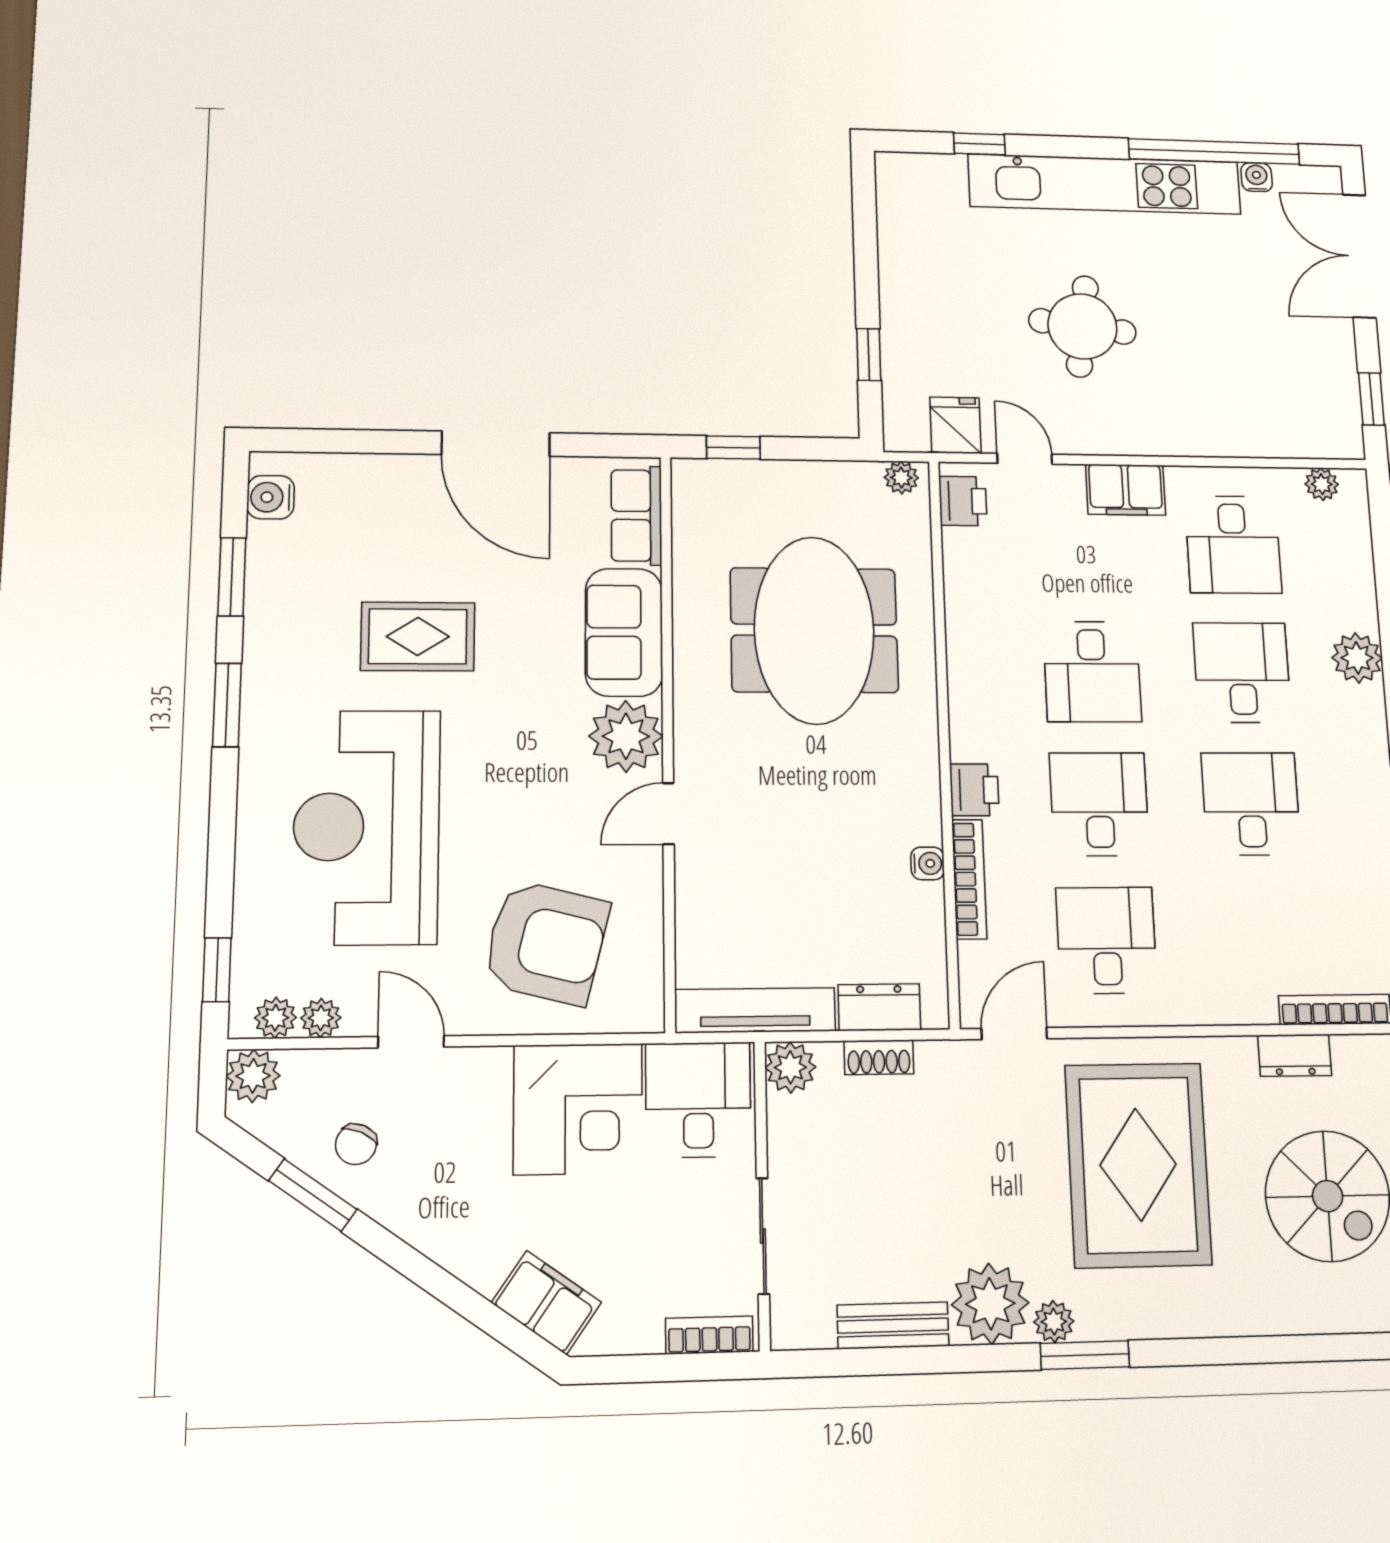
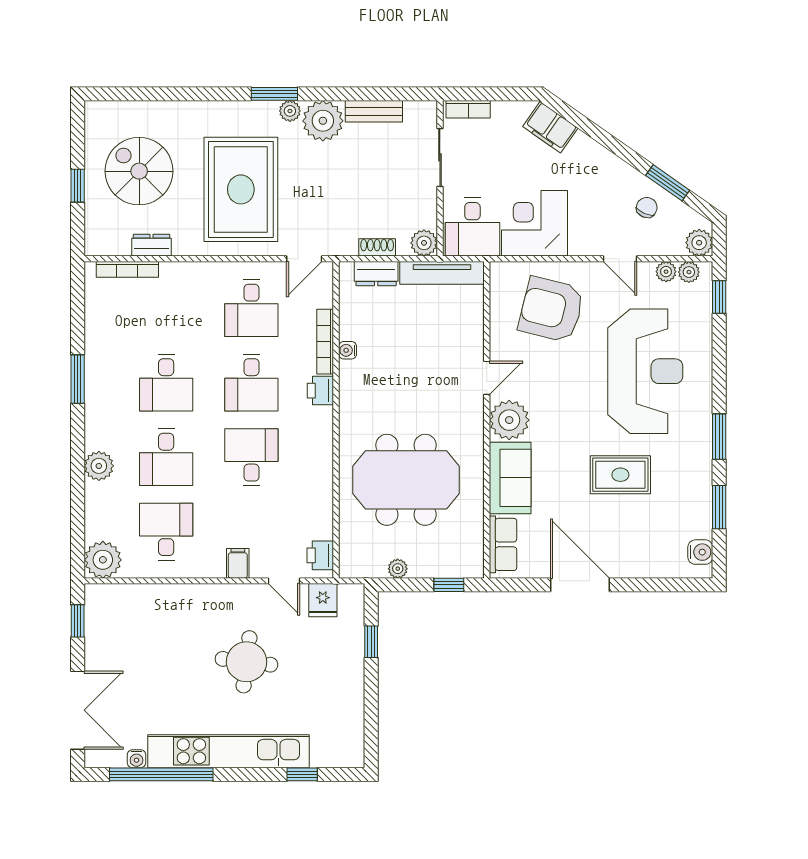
plant: (901, 478) -> (398, 569), moved
plant: (1322, 484) -> (103, 560), width x1.87, depth x1.87
filing cabinet: (1126, 490) -> (238, 563), width x0.50
meeting table: (814, 630) -> (406, 480), turned 90

